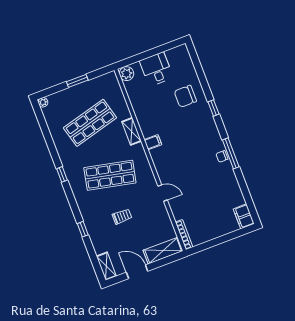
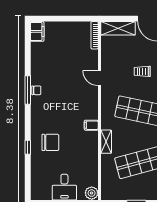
chair: (185, 96) -> (50, 142), moved
window: (214, 108) -> (28, 147), moved

